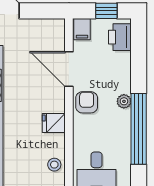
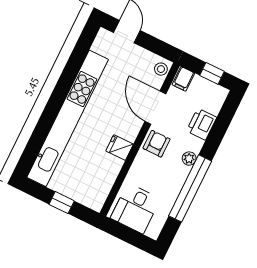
printer: (120, 37) -> (202, 124), moved
stool: (54, 165) -> (161, 69), moved

